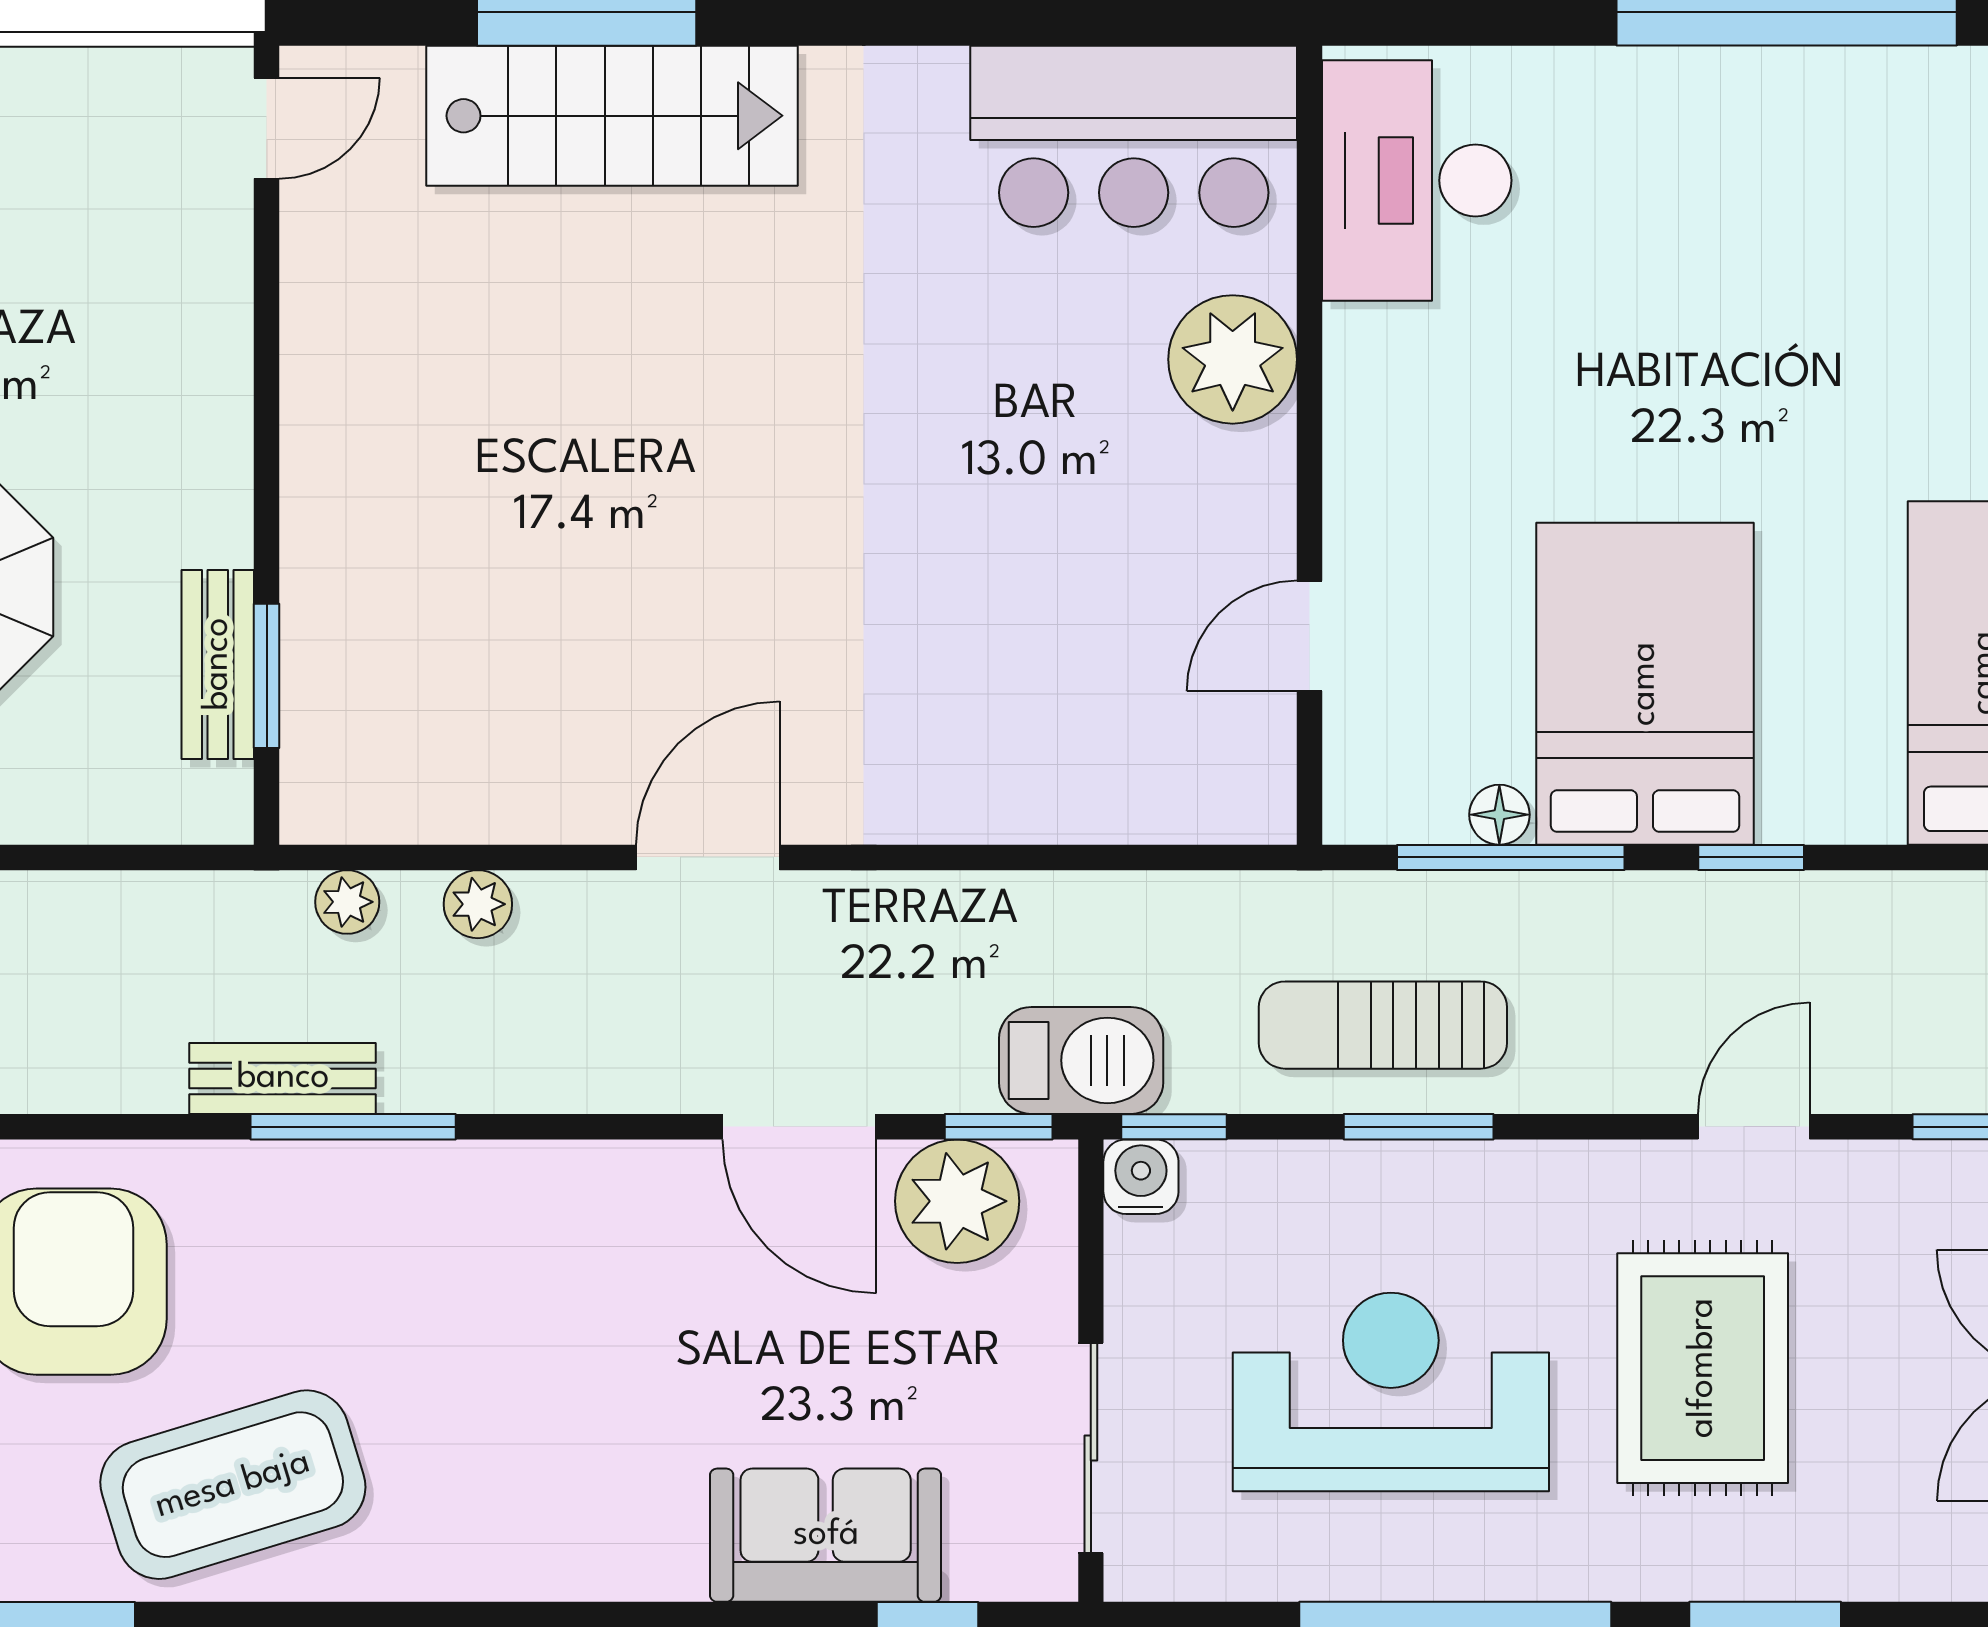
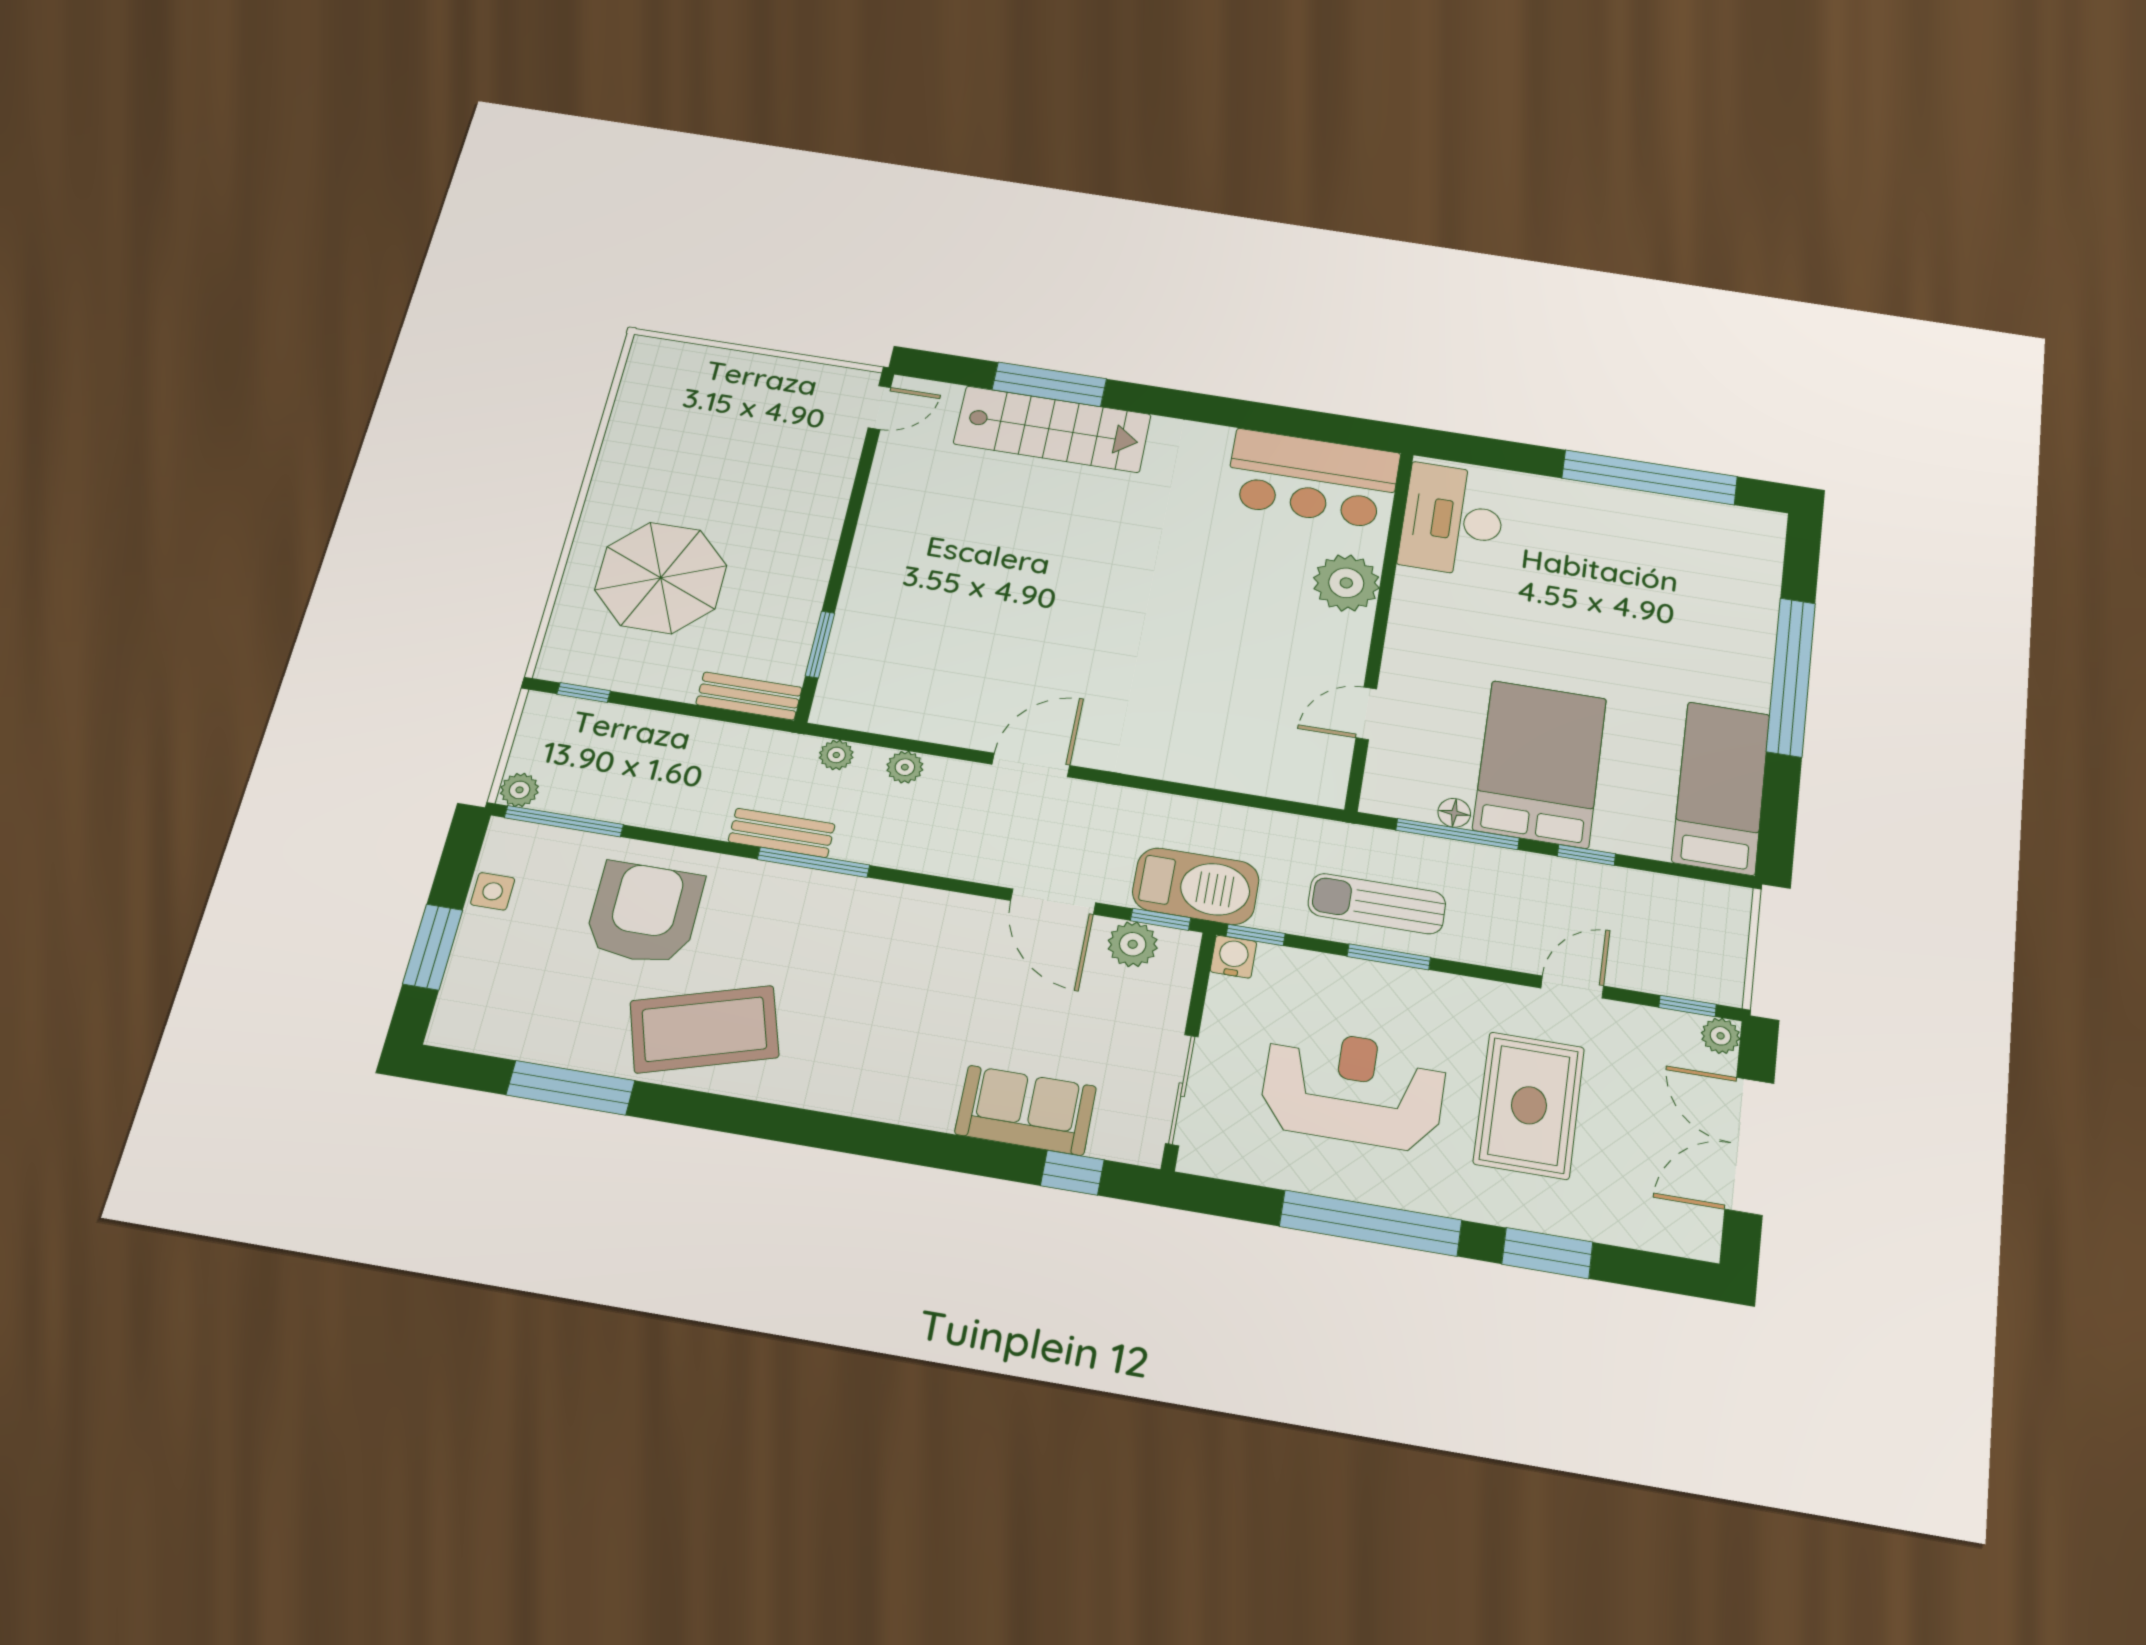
bench: (218, 664) -> (749, 696), moved, turned 90
barbecue: (1081, 1060) -> (1196, 886), width x1.37, depth x1.21
plant: (957, 1201) -> (1133, 944), width x0.73, depth x0.73

